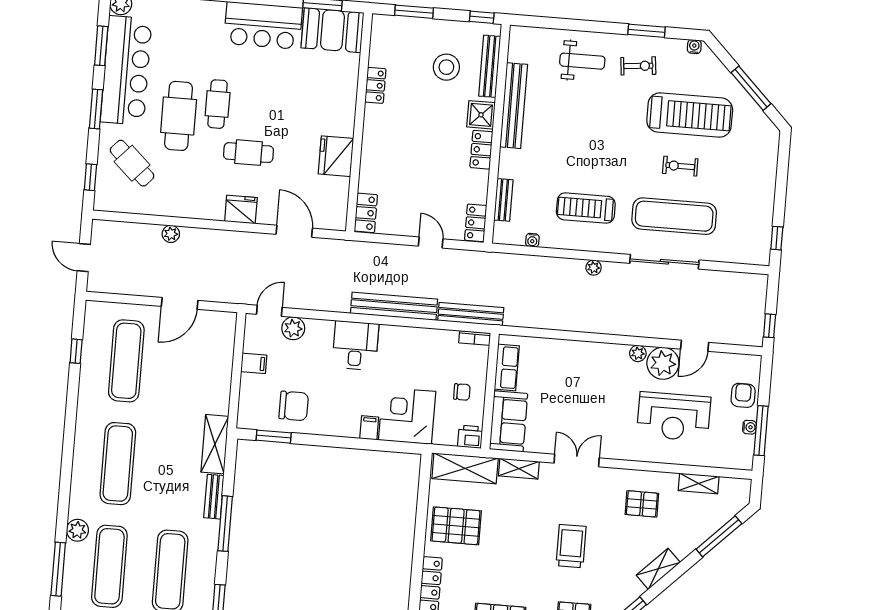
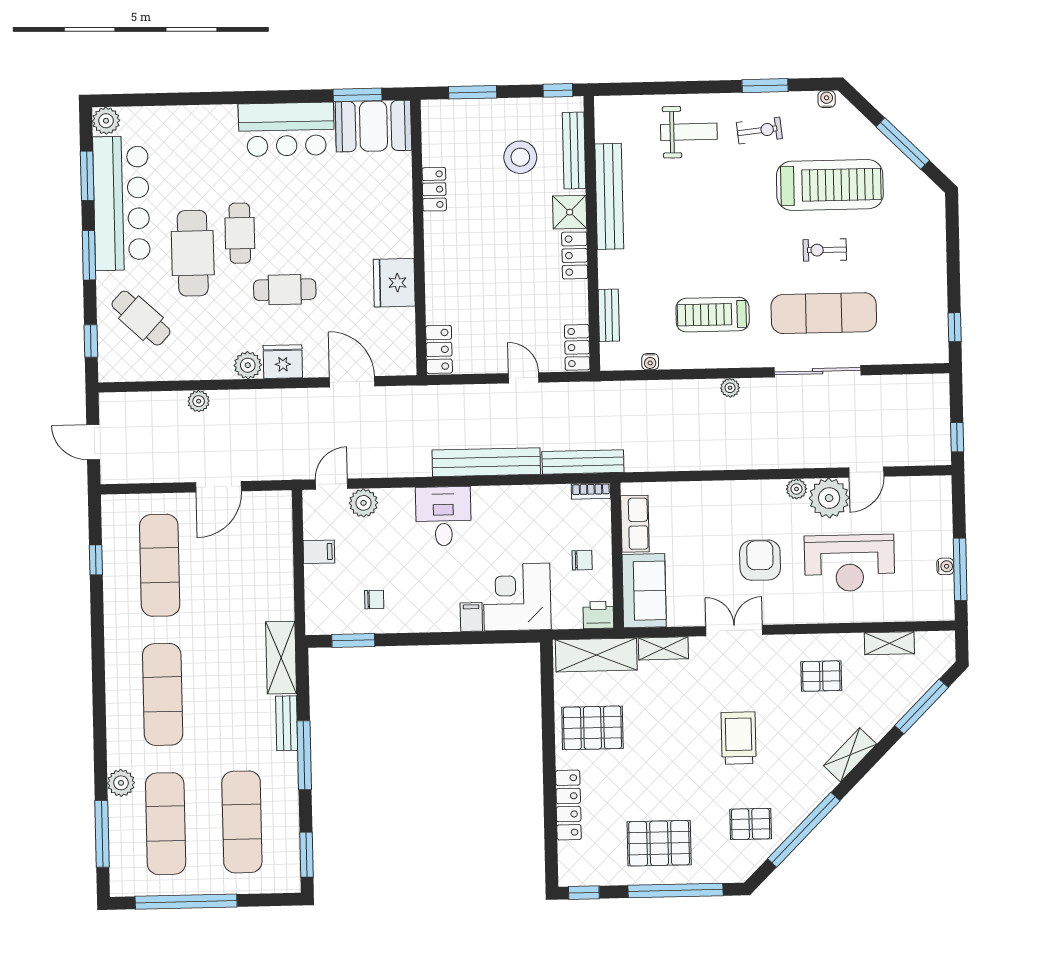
plant: (213, 209) -> (248, 365), added
armchair: (743, 395) -> (760, 560), moved, width x1.38, depth x1.38
chair: (294, 406) -> (374, 600), width x0.54, depth x0.54

